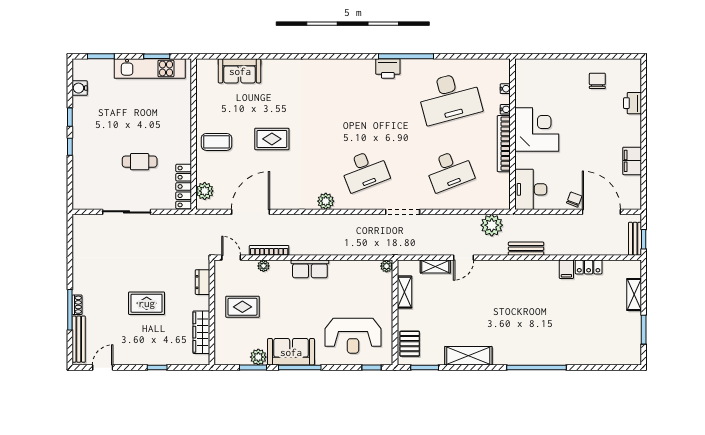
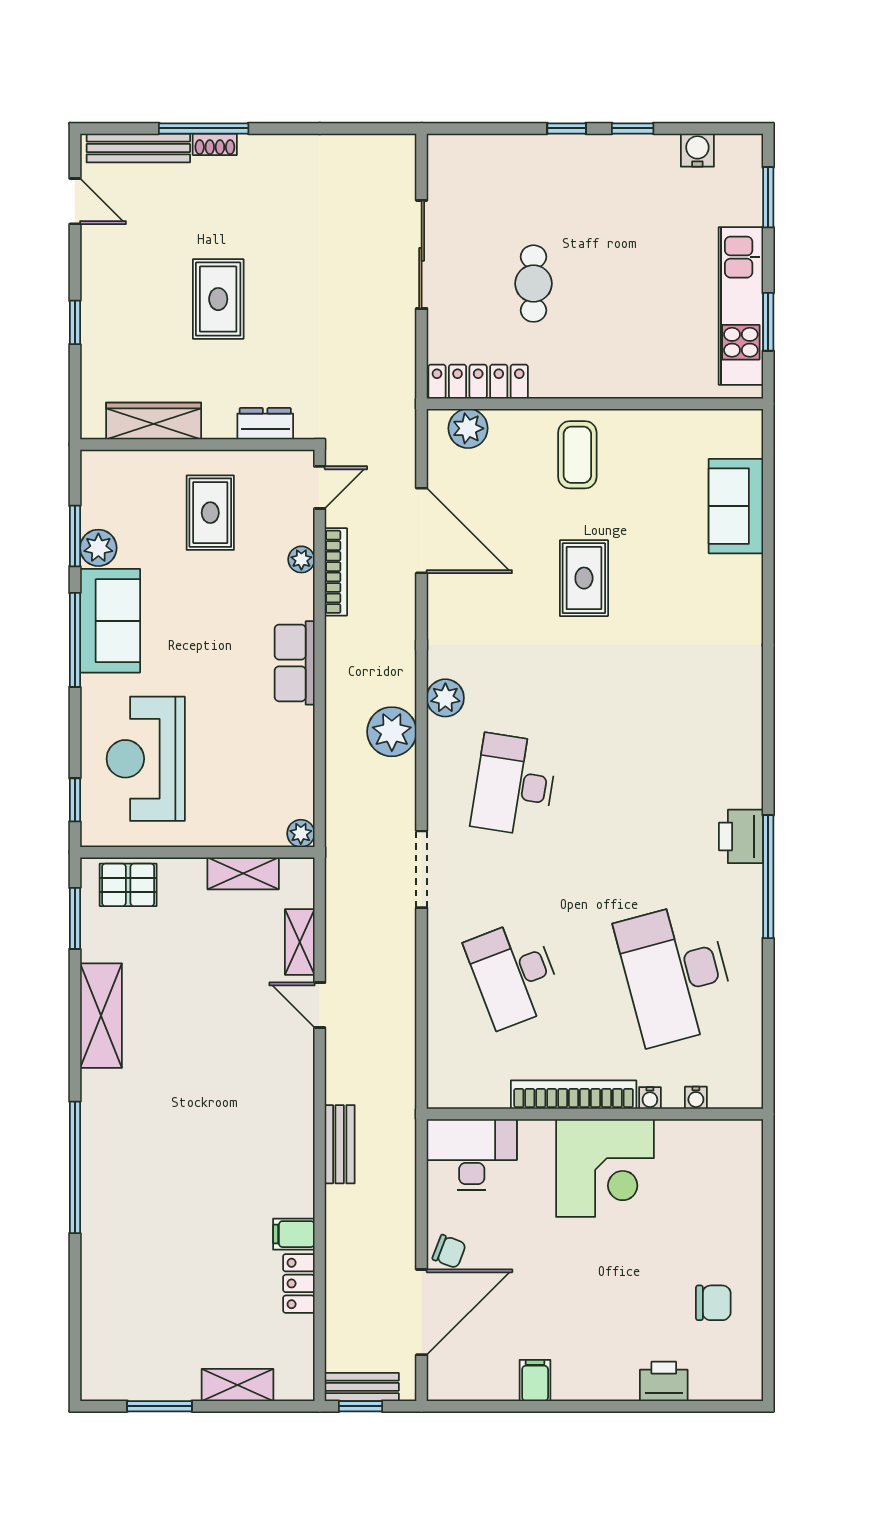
filing cabinet: (632, 161) -> (535, 1380), width x0.50
desk: (365, 170) -> (514, 785), turned 30
plant: (492, 225) -> (392, 732), moved

